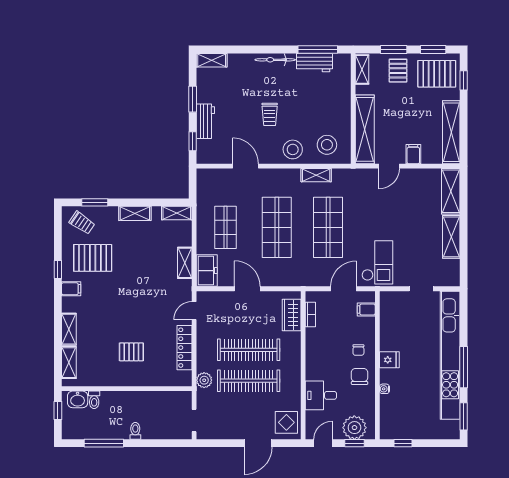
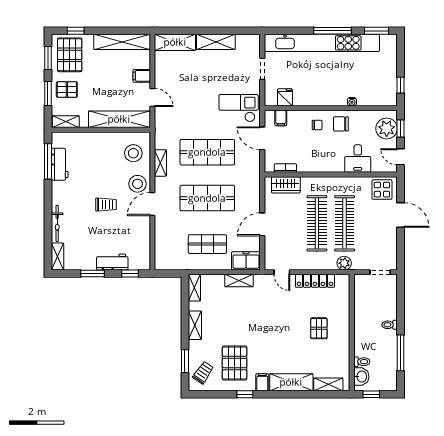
bicycle: (275, 60) -> (57, 223), moved
door: (246, 166) -> (152, 204), moved
shelving: (69, 329) -> (291, 382), width x1.50, depth x1.33
fridge: (389, 360) -> (285, 97), moved

